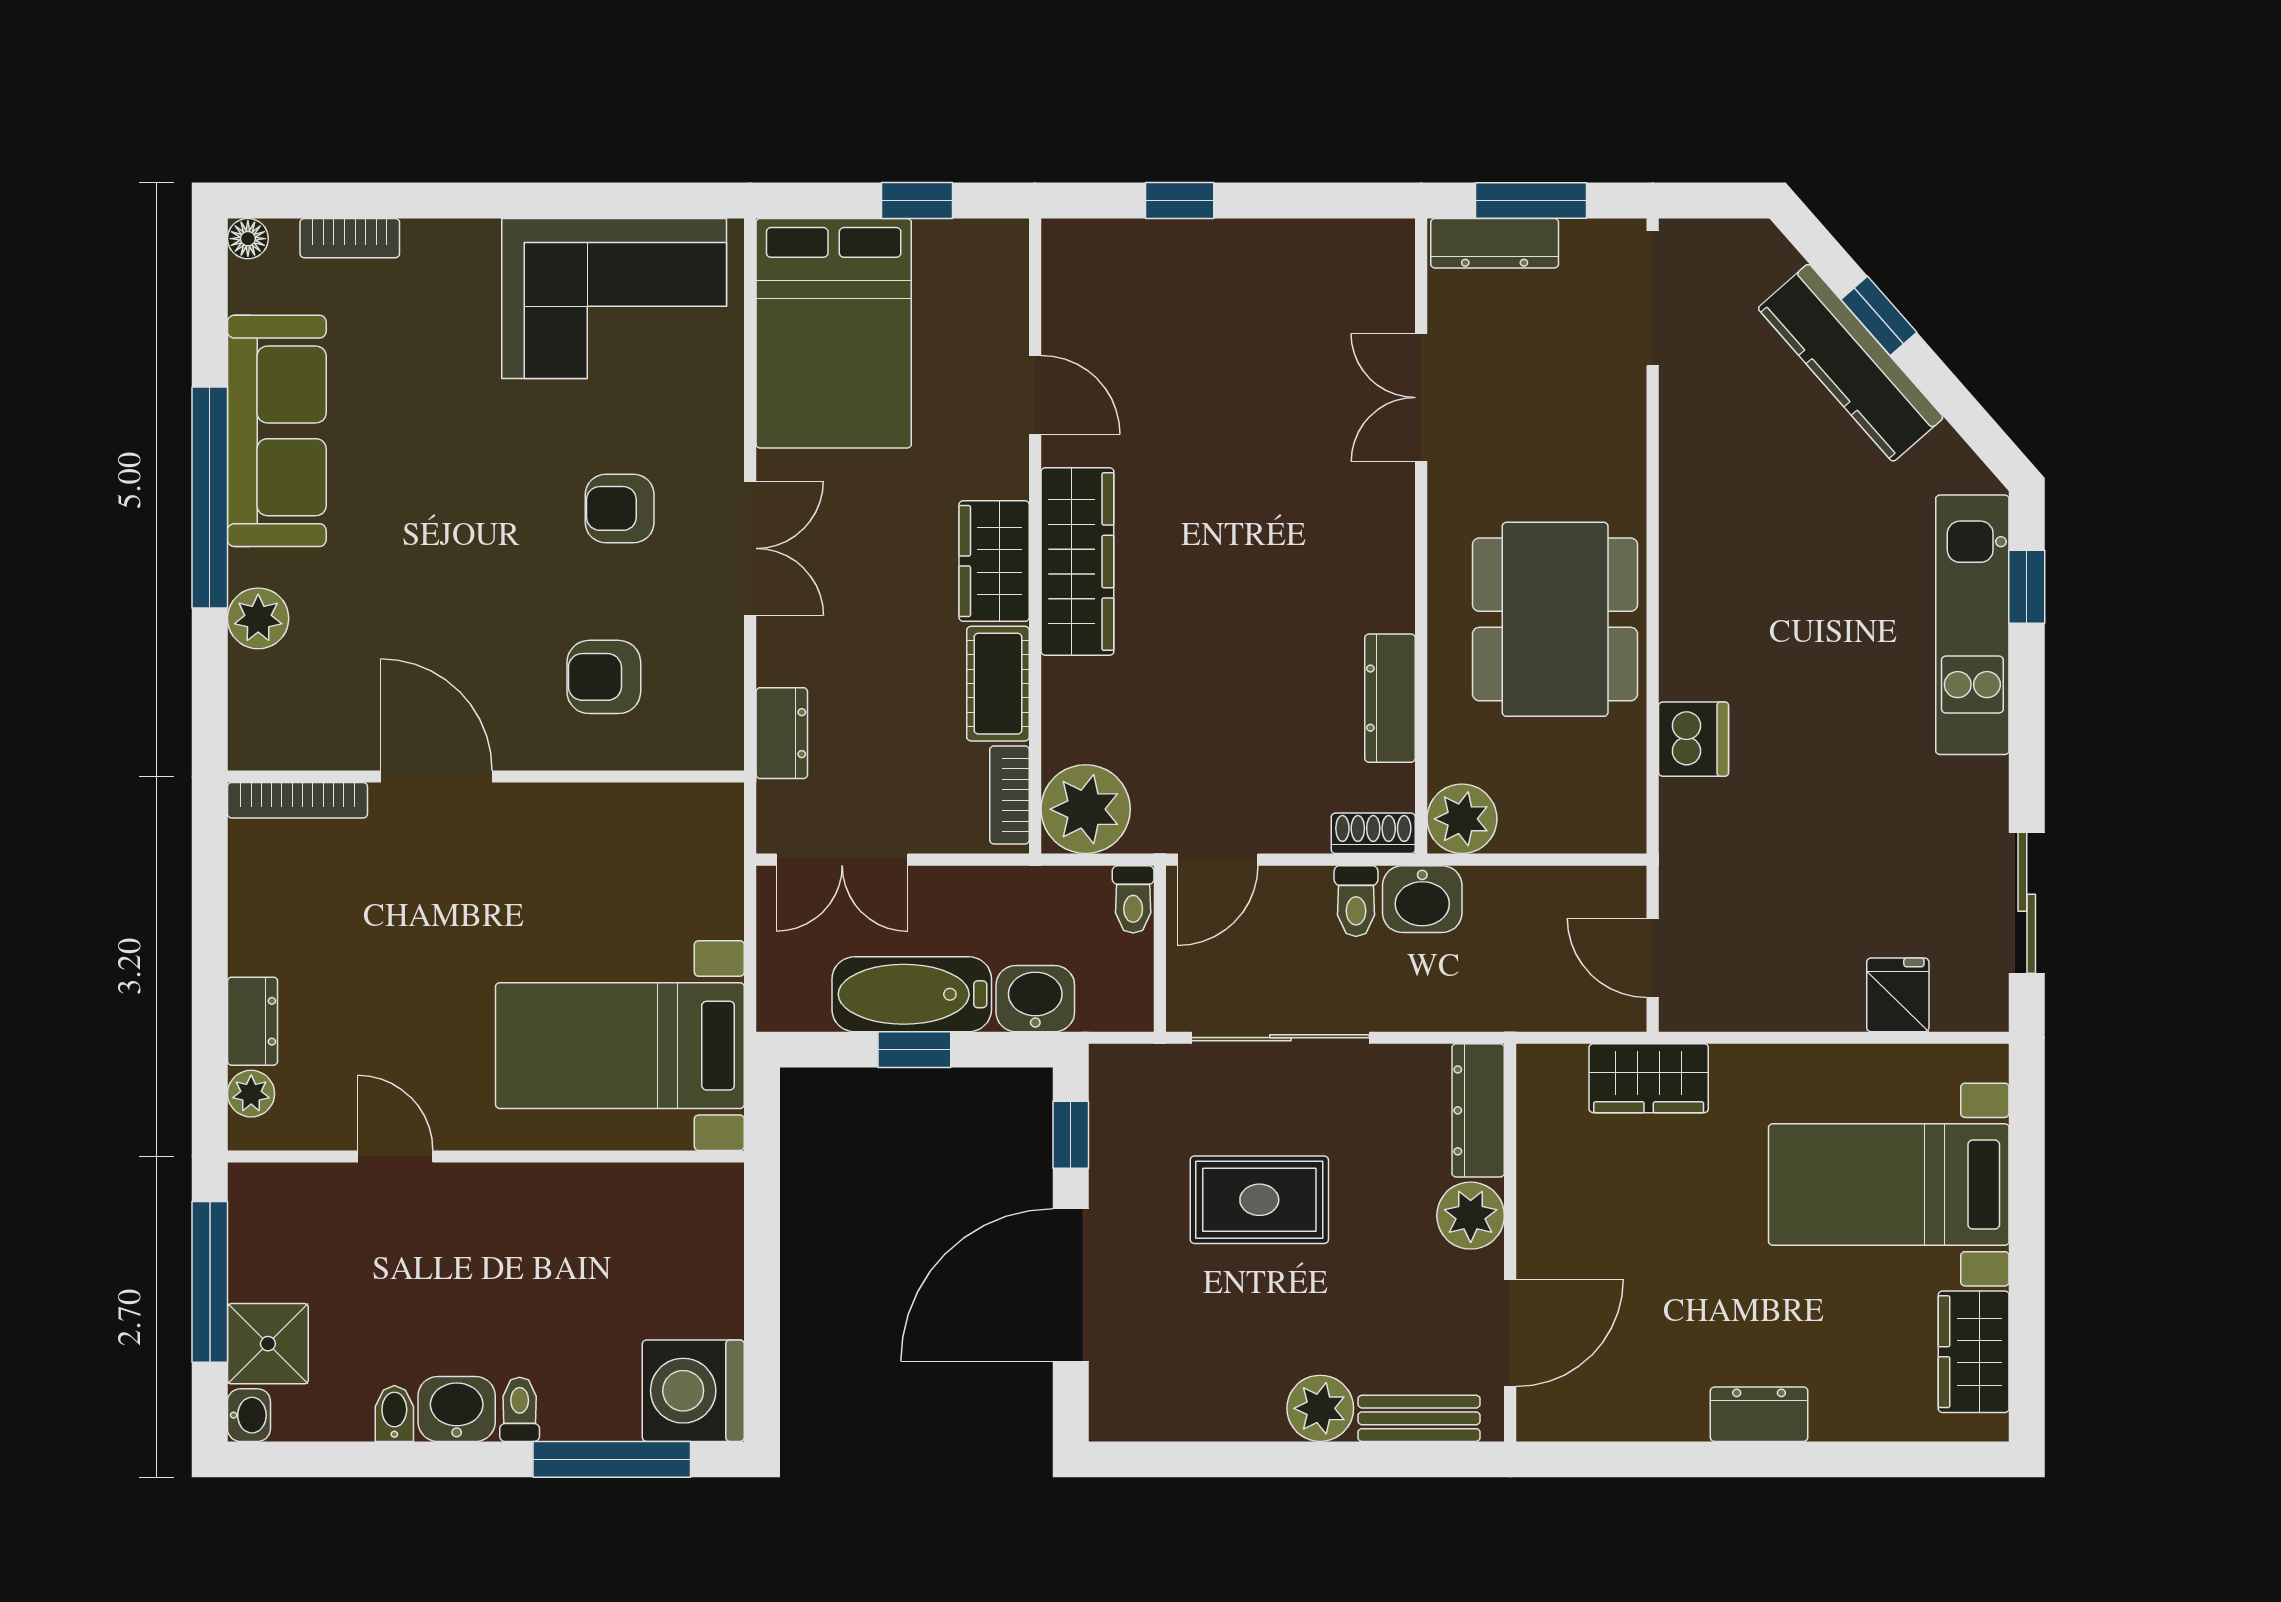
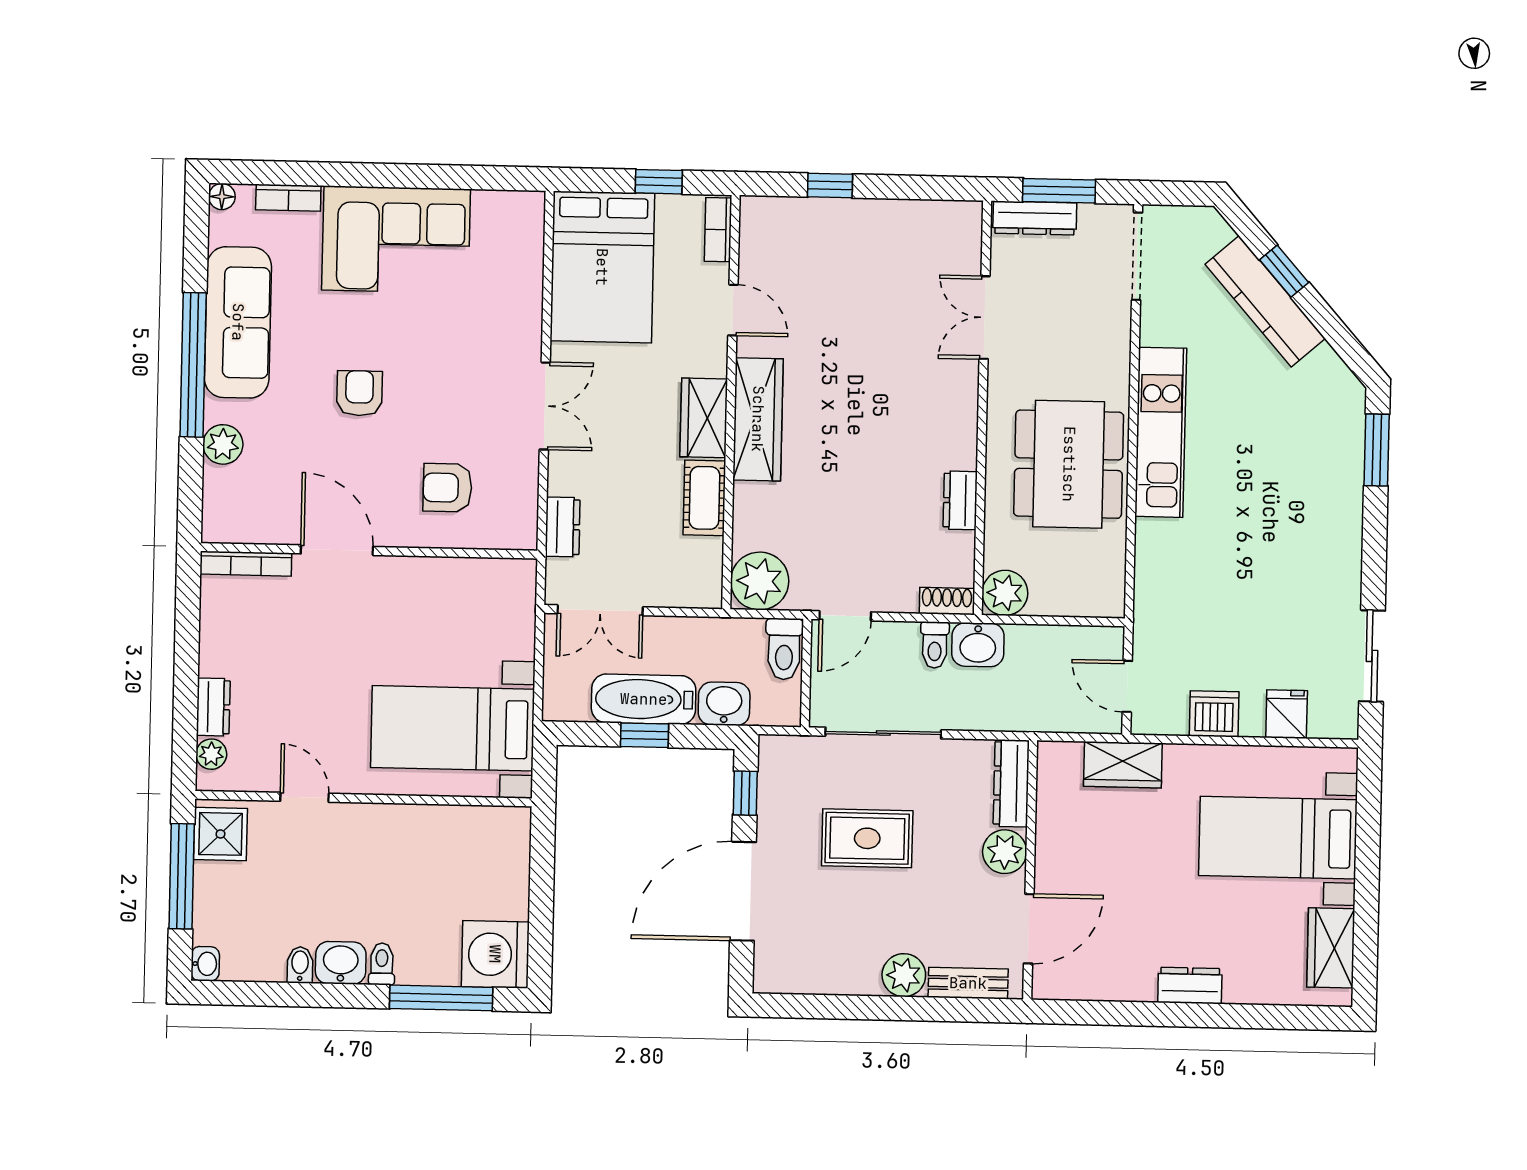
corner sofa: (614, 298) -> (396, 240), moved
armchair: (620, 508) -> (359, 393), moved, turned 90
window: (2027, 587) -> (1377, 450), width x1.50
kitchen unit: (1972, 625) -> (1161, 432), moved, turned 180
dresser: (1390, 698) -> (960, 500), width x0.70
dishwasher: (1693, 739) -> (1214, 714), moved, turned -90
bookcase: (1010, 795) -> (718, 230), moved
toilet: (1133, 899) -> (784, 649), width x1.37, depth x1.39
shower: (268, 1344) -> (220, 834), moved

